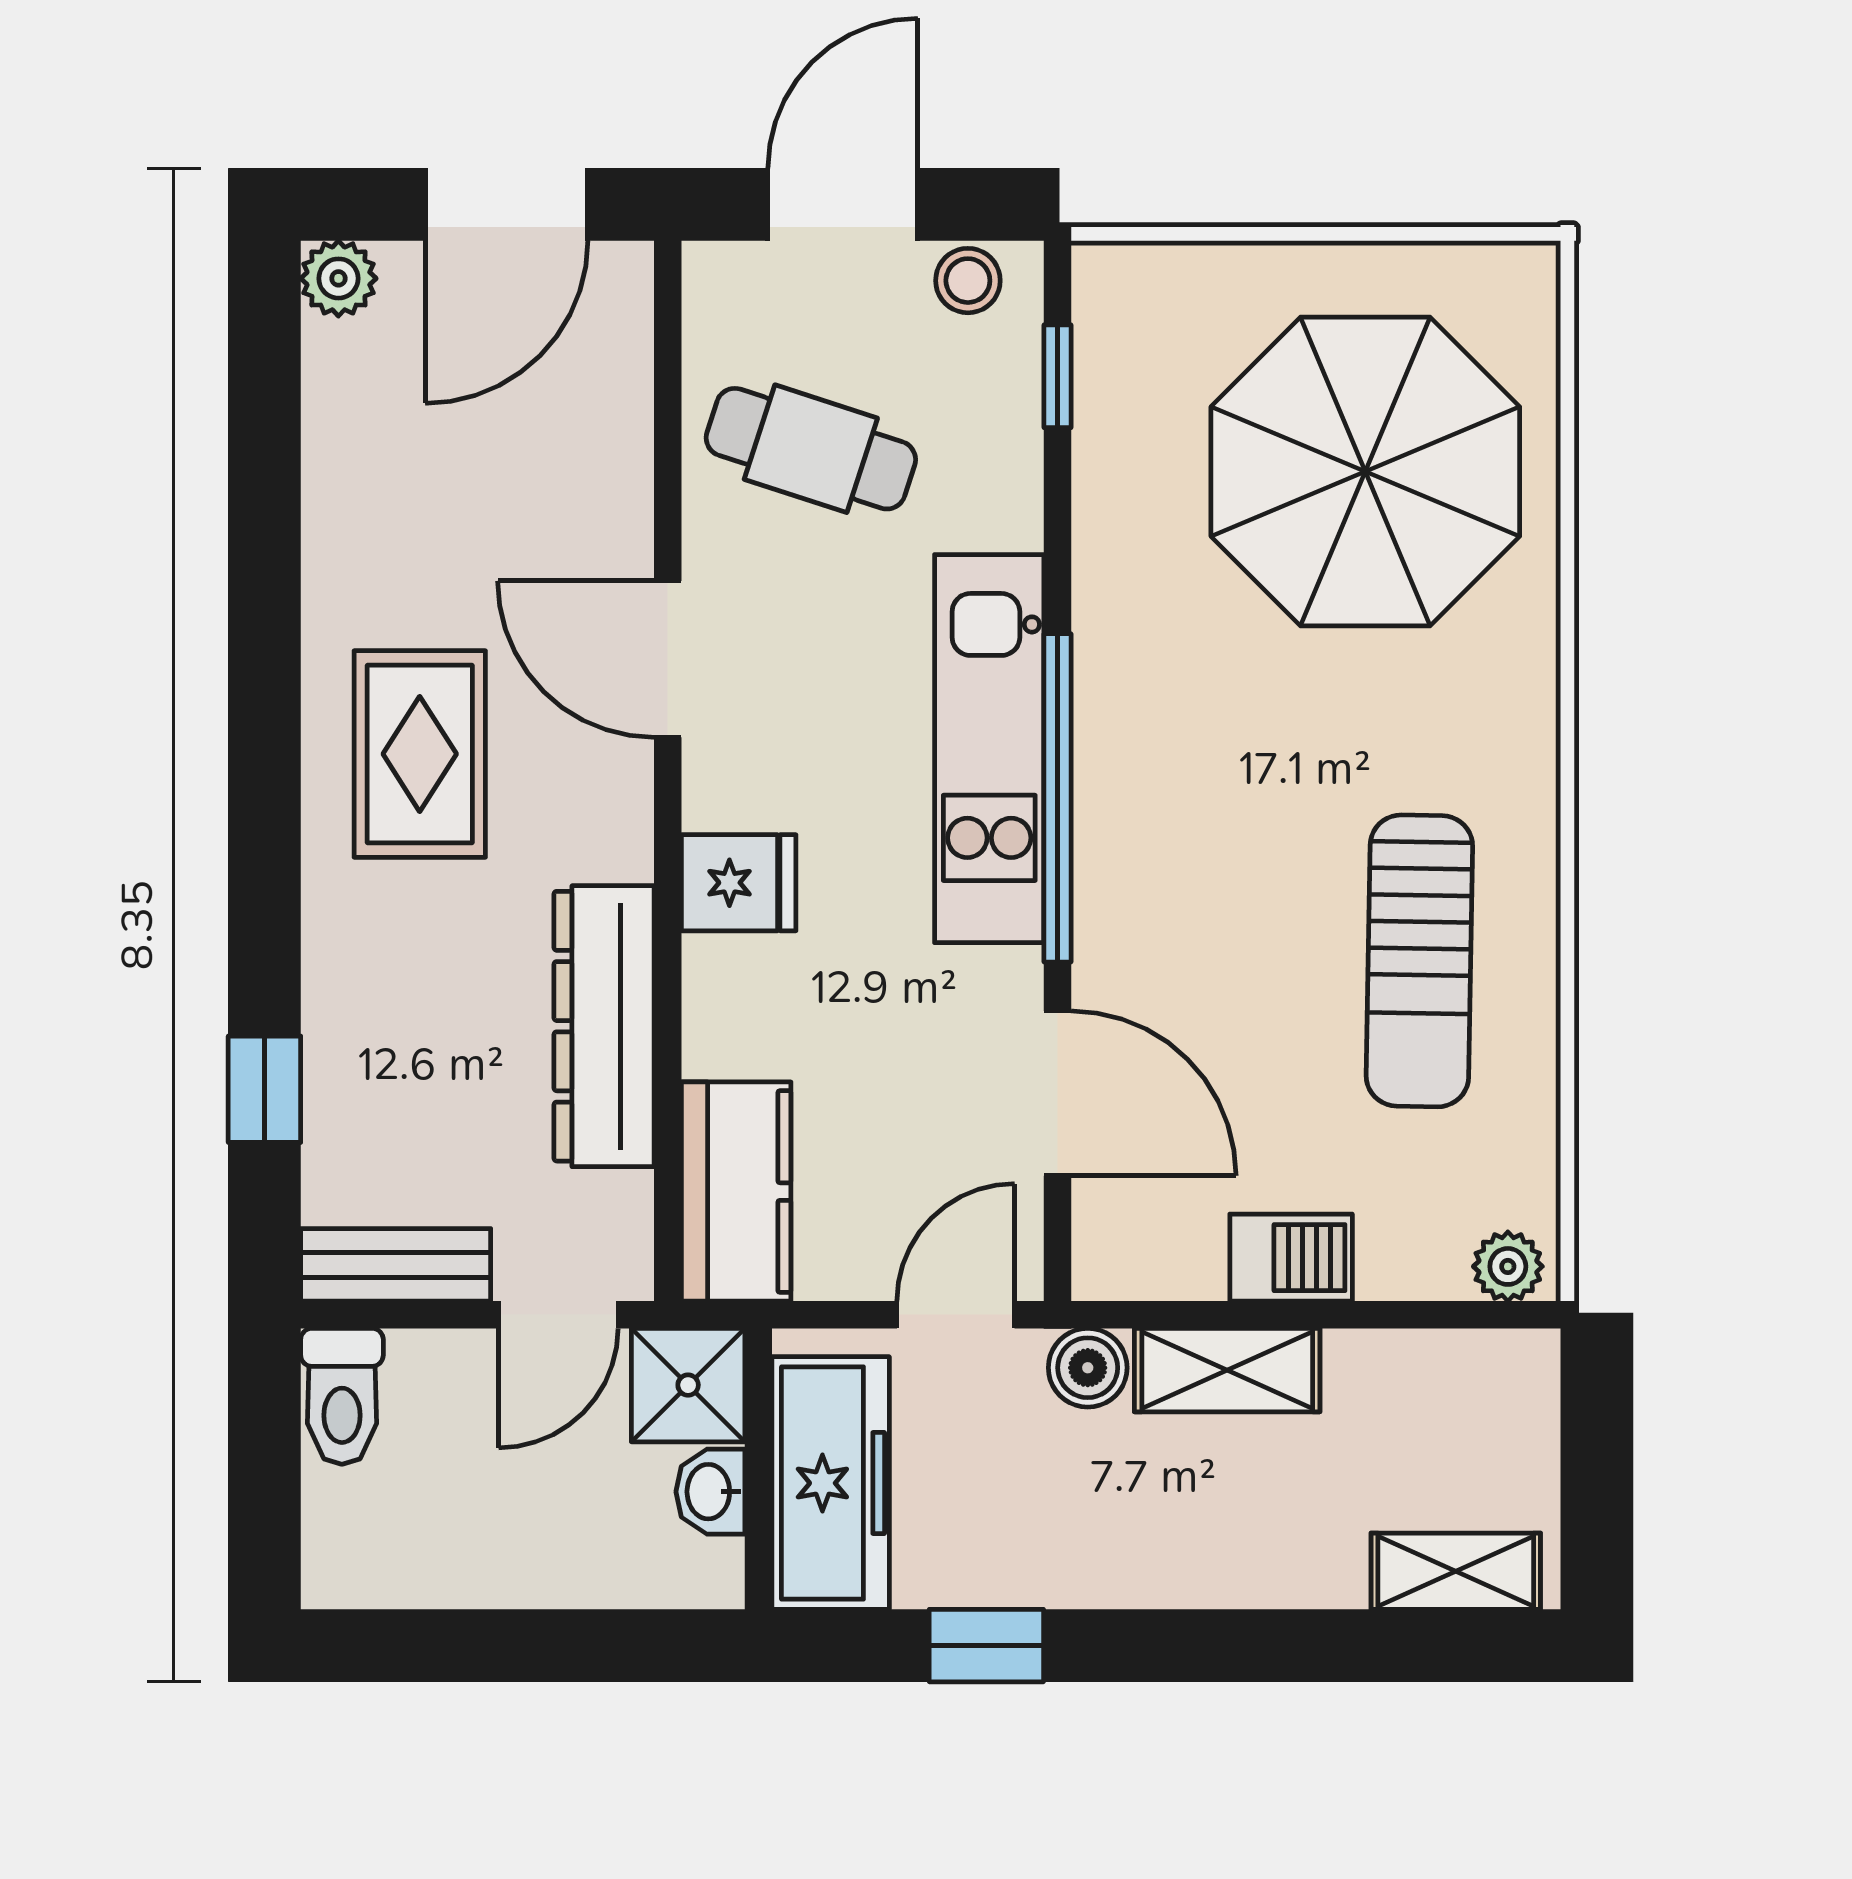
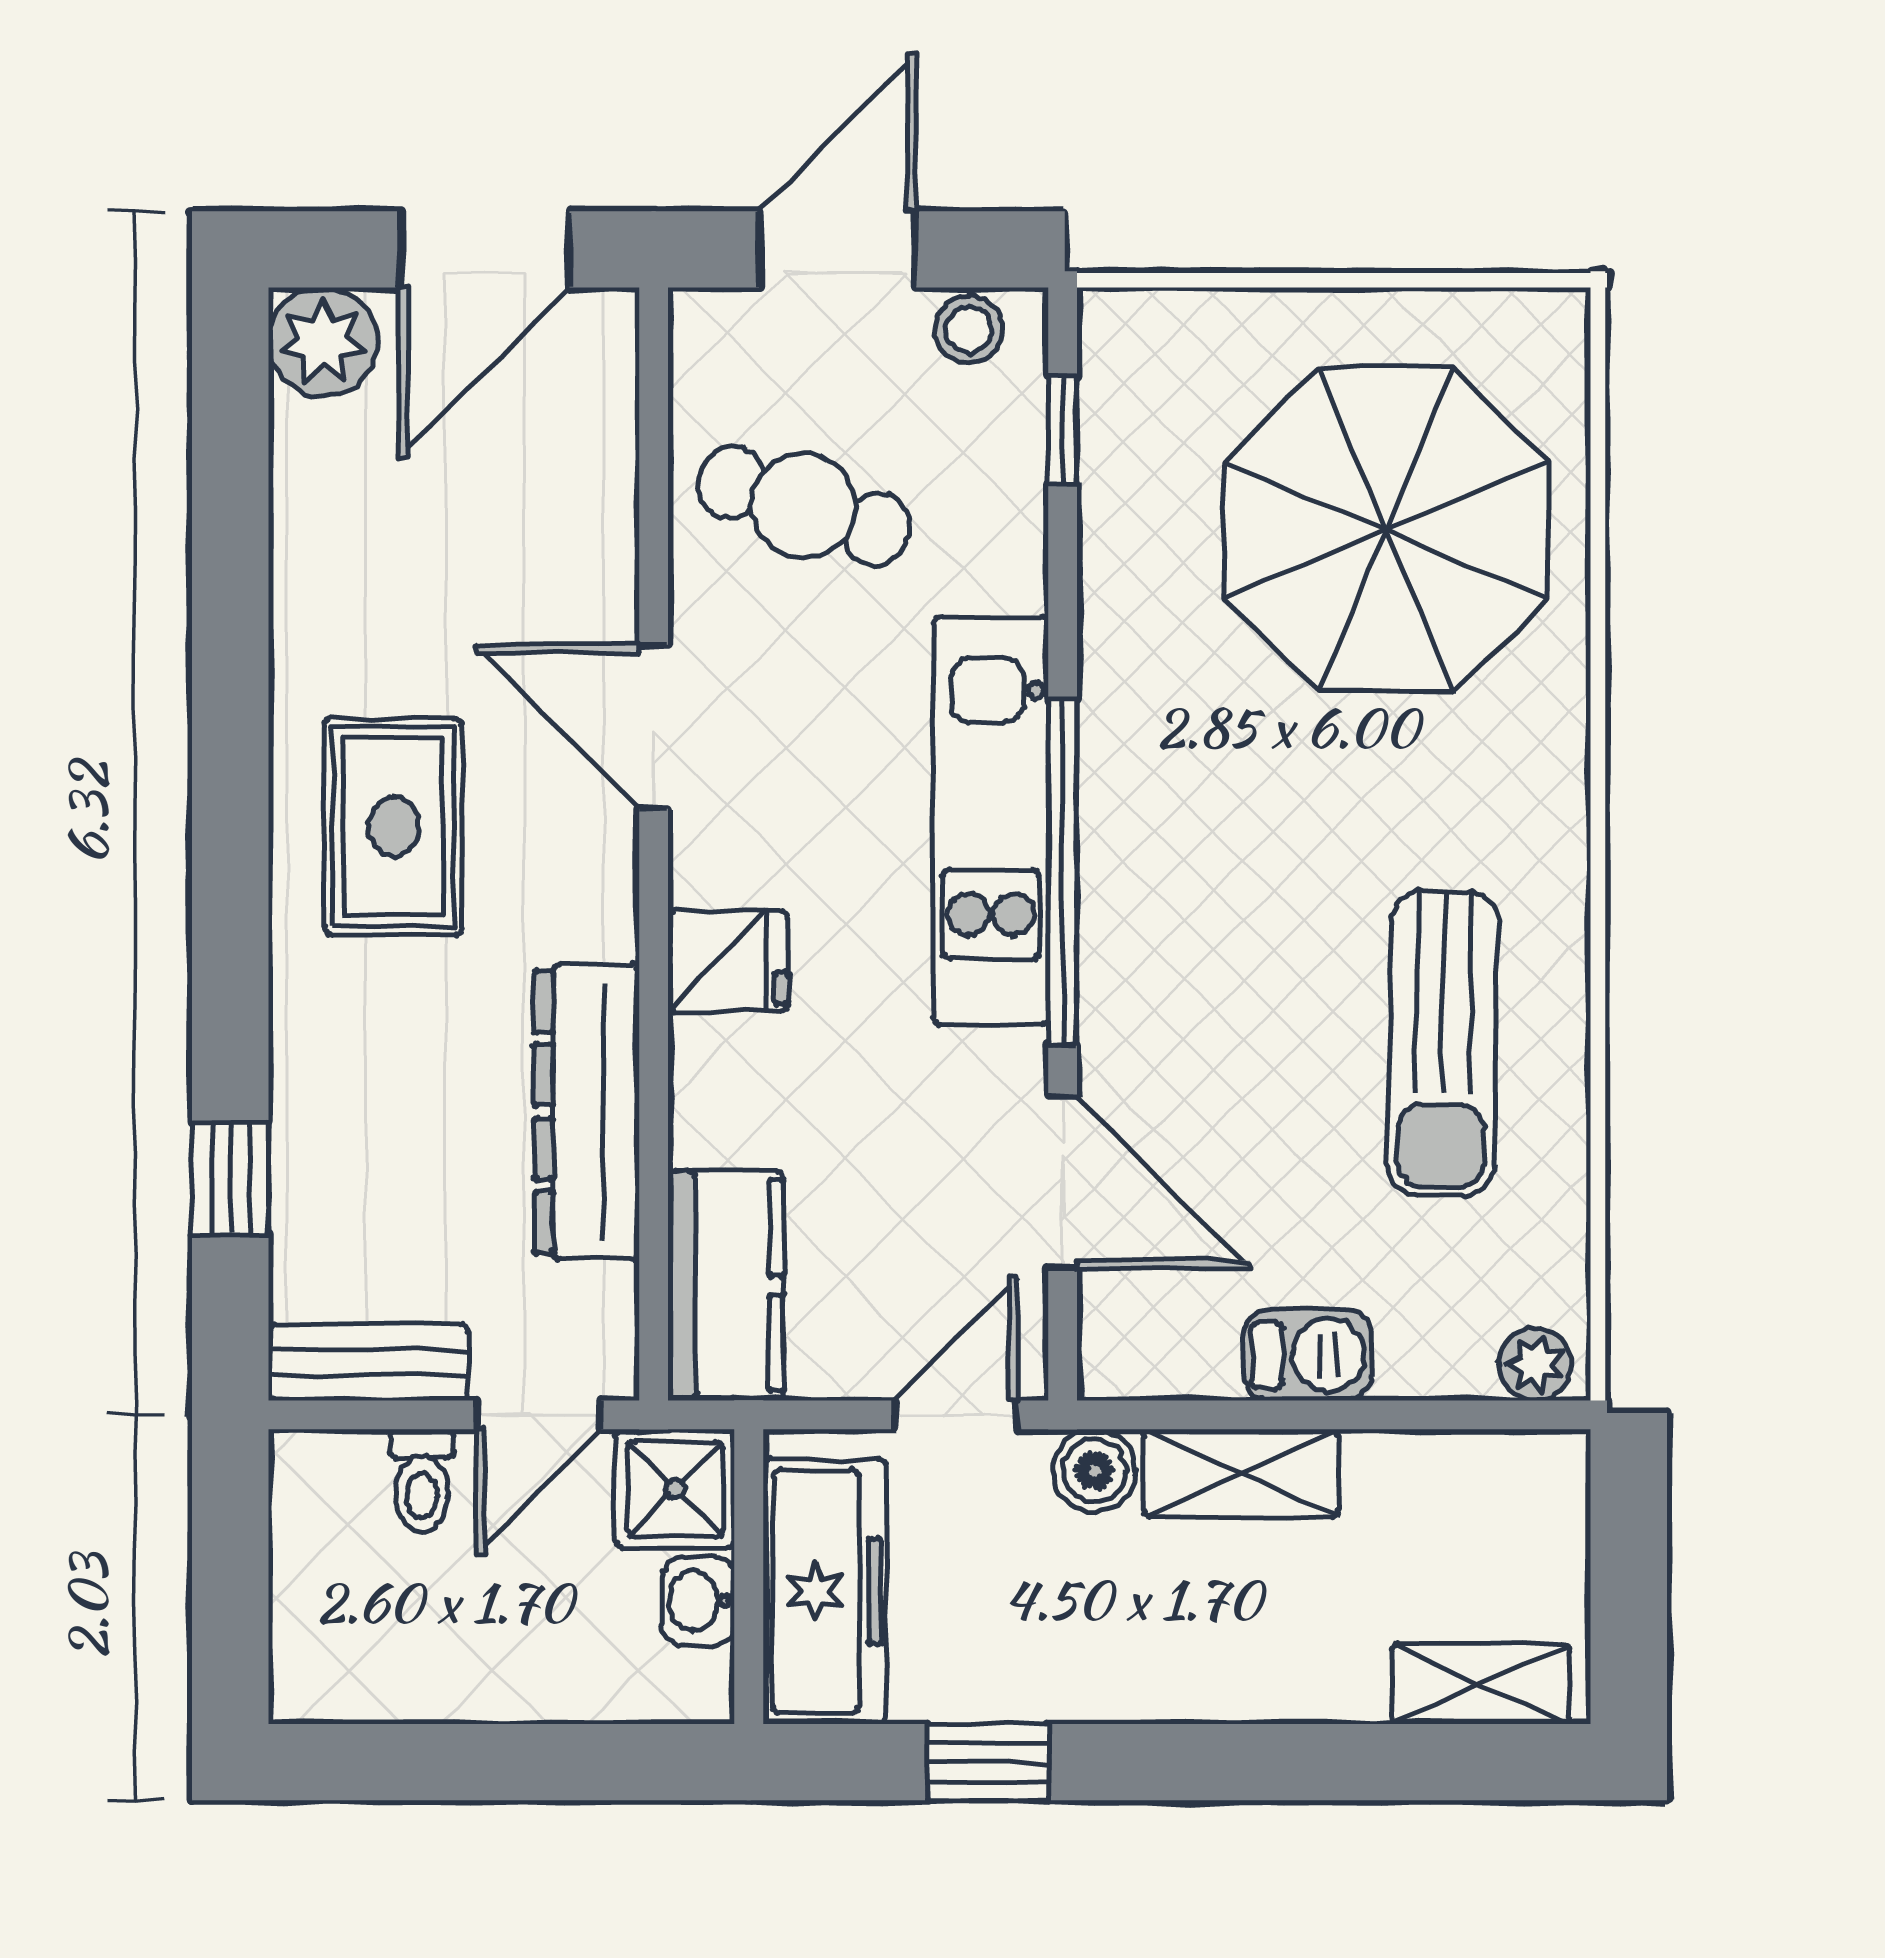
plant: (338, 278) -> (323, 342), width x1.38, depth x1.38
toilet: (342, 1396) -> (422, 1481), moved, width x0.73, depth x0.72

